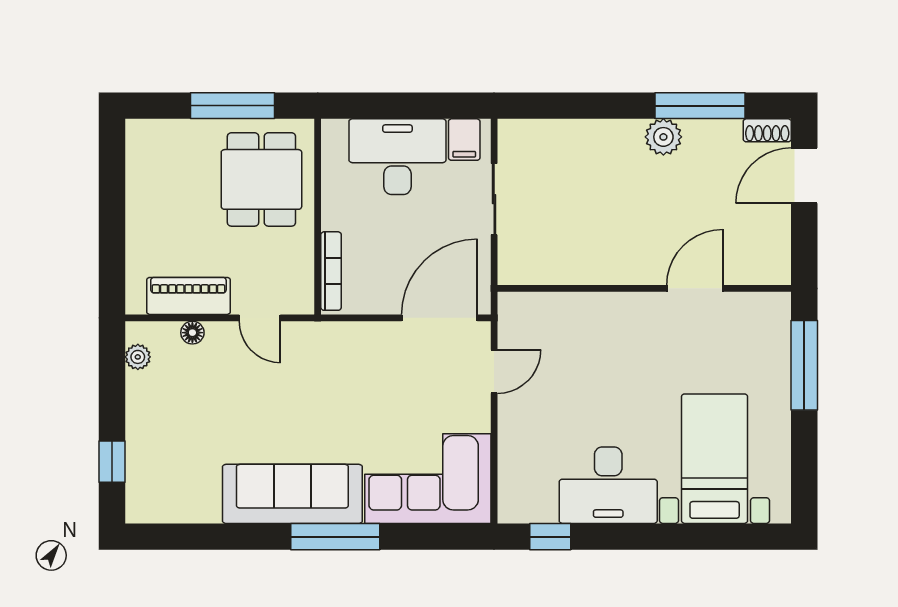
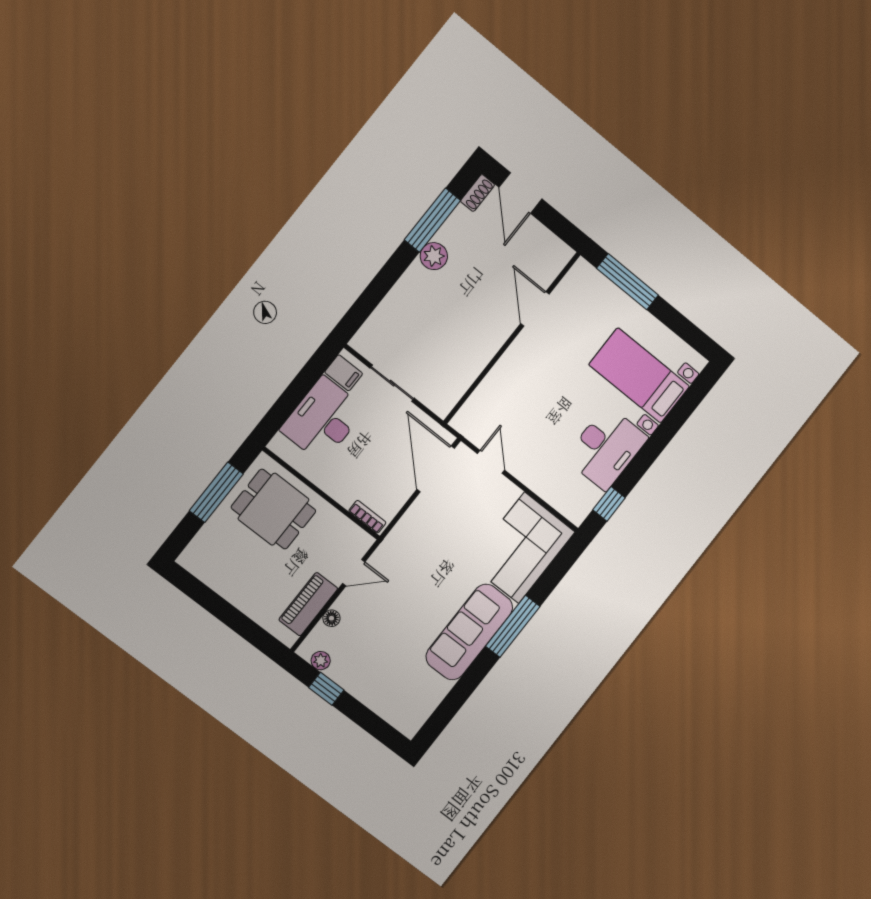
bookcase: (331, 271) -> (367, 517), width x0.64
window: (112, 462) -> (326, 689), moved

